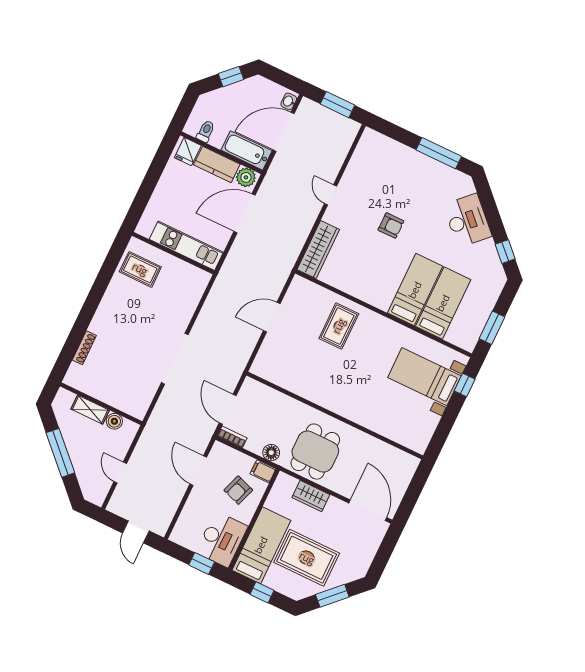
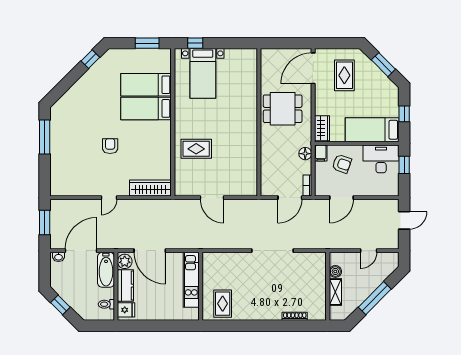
door: (283, 132) -> (81, 251), swing flipped
desk: (467, 221) -> (81, 95), removed
dining table: (315, 452) -> (283, 109), moved
wardrobe: (311, 496) -> (322, 128), moved
rug: (307, 558) -> (344, 75), moved, width x0.73, depth x0.70

